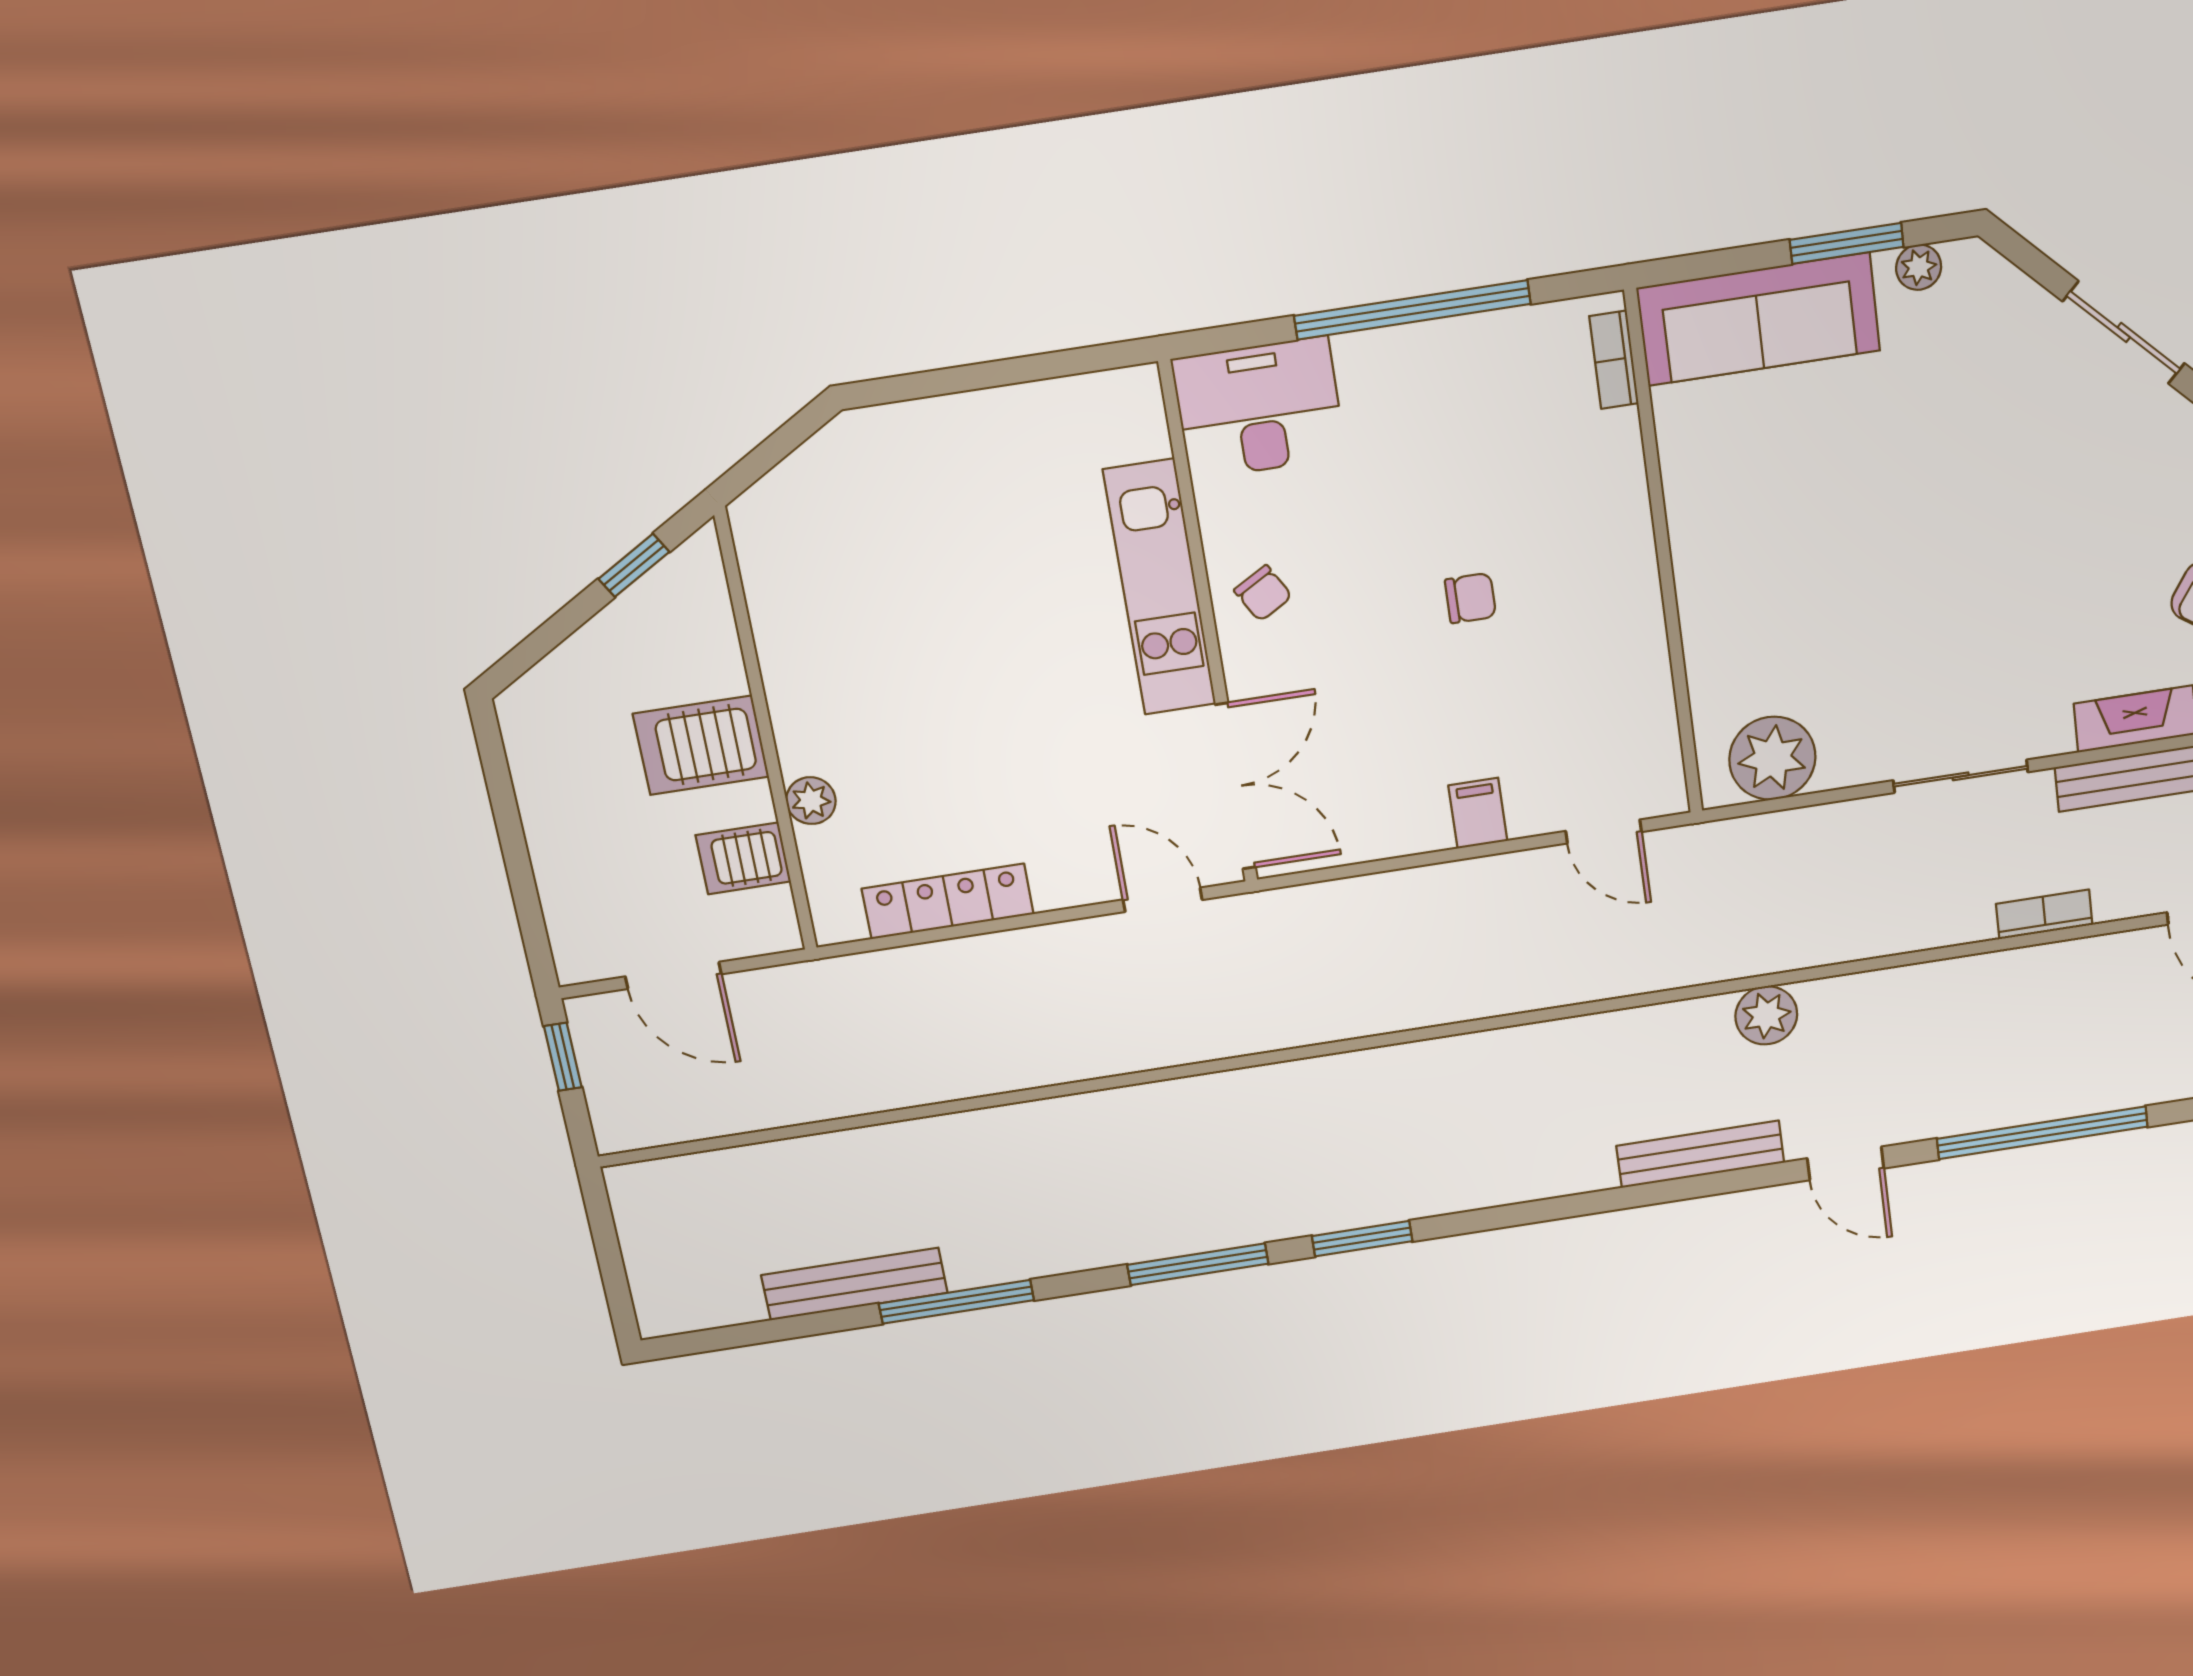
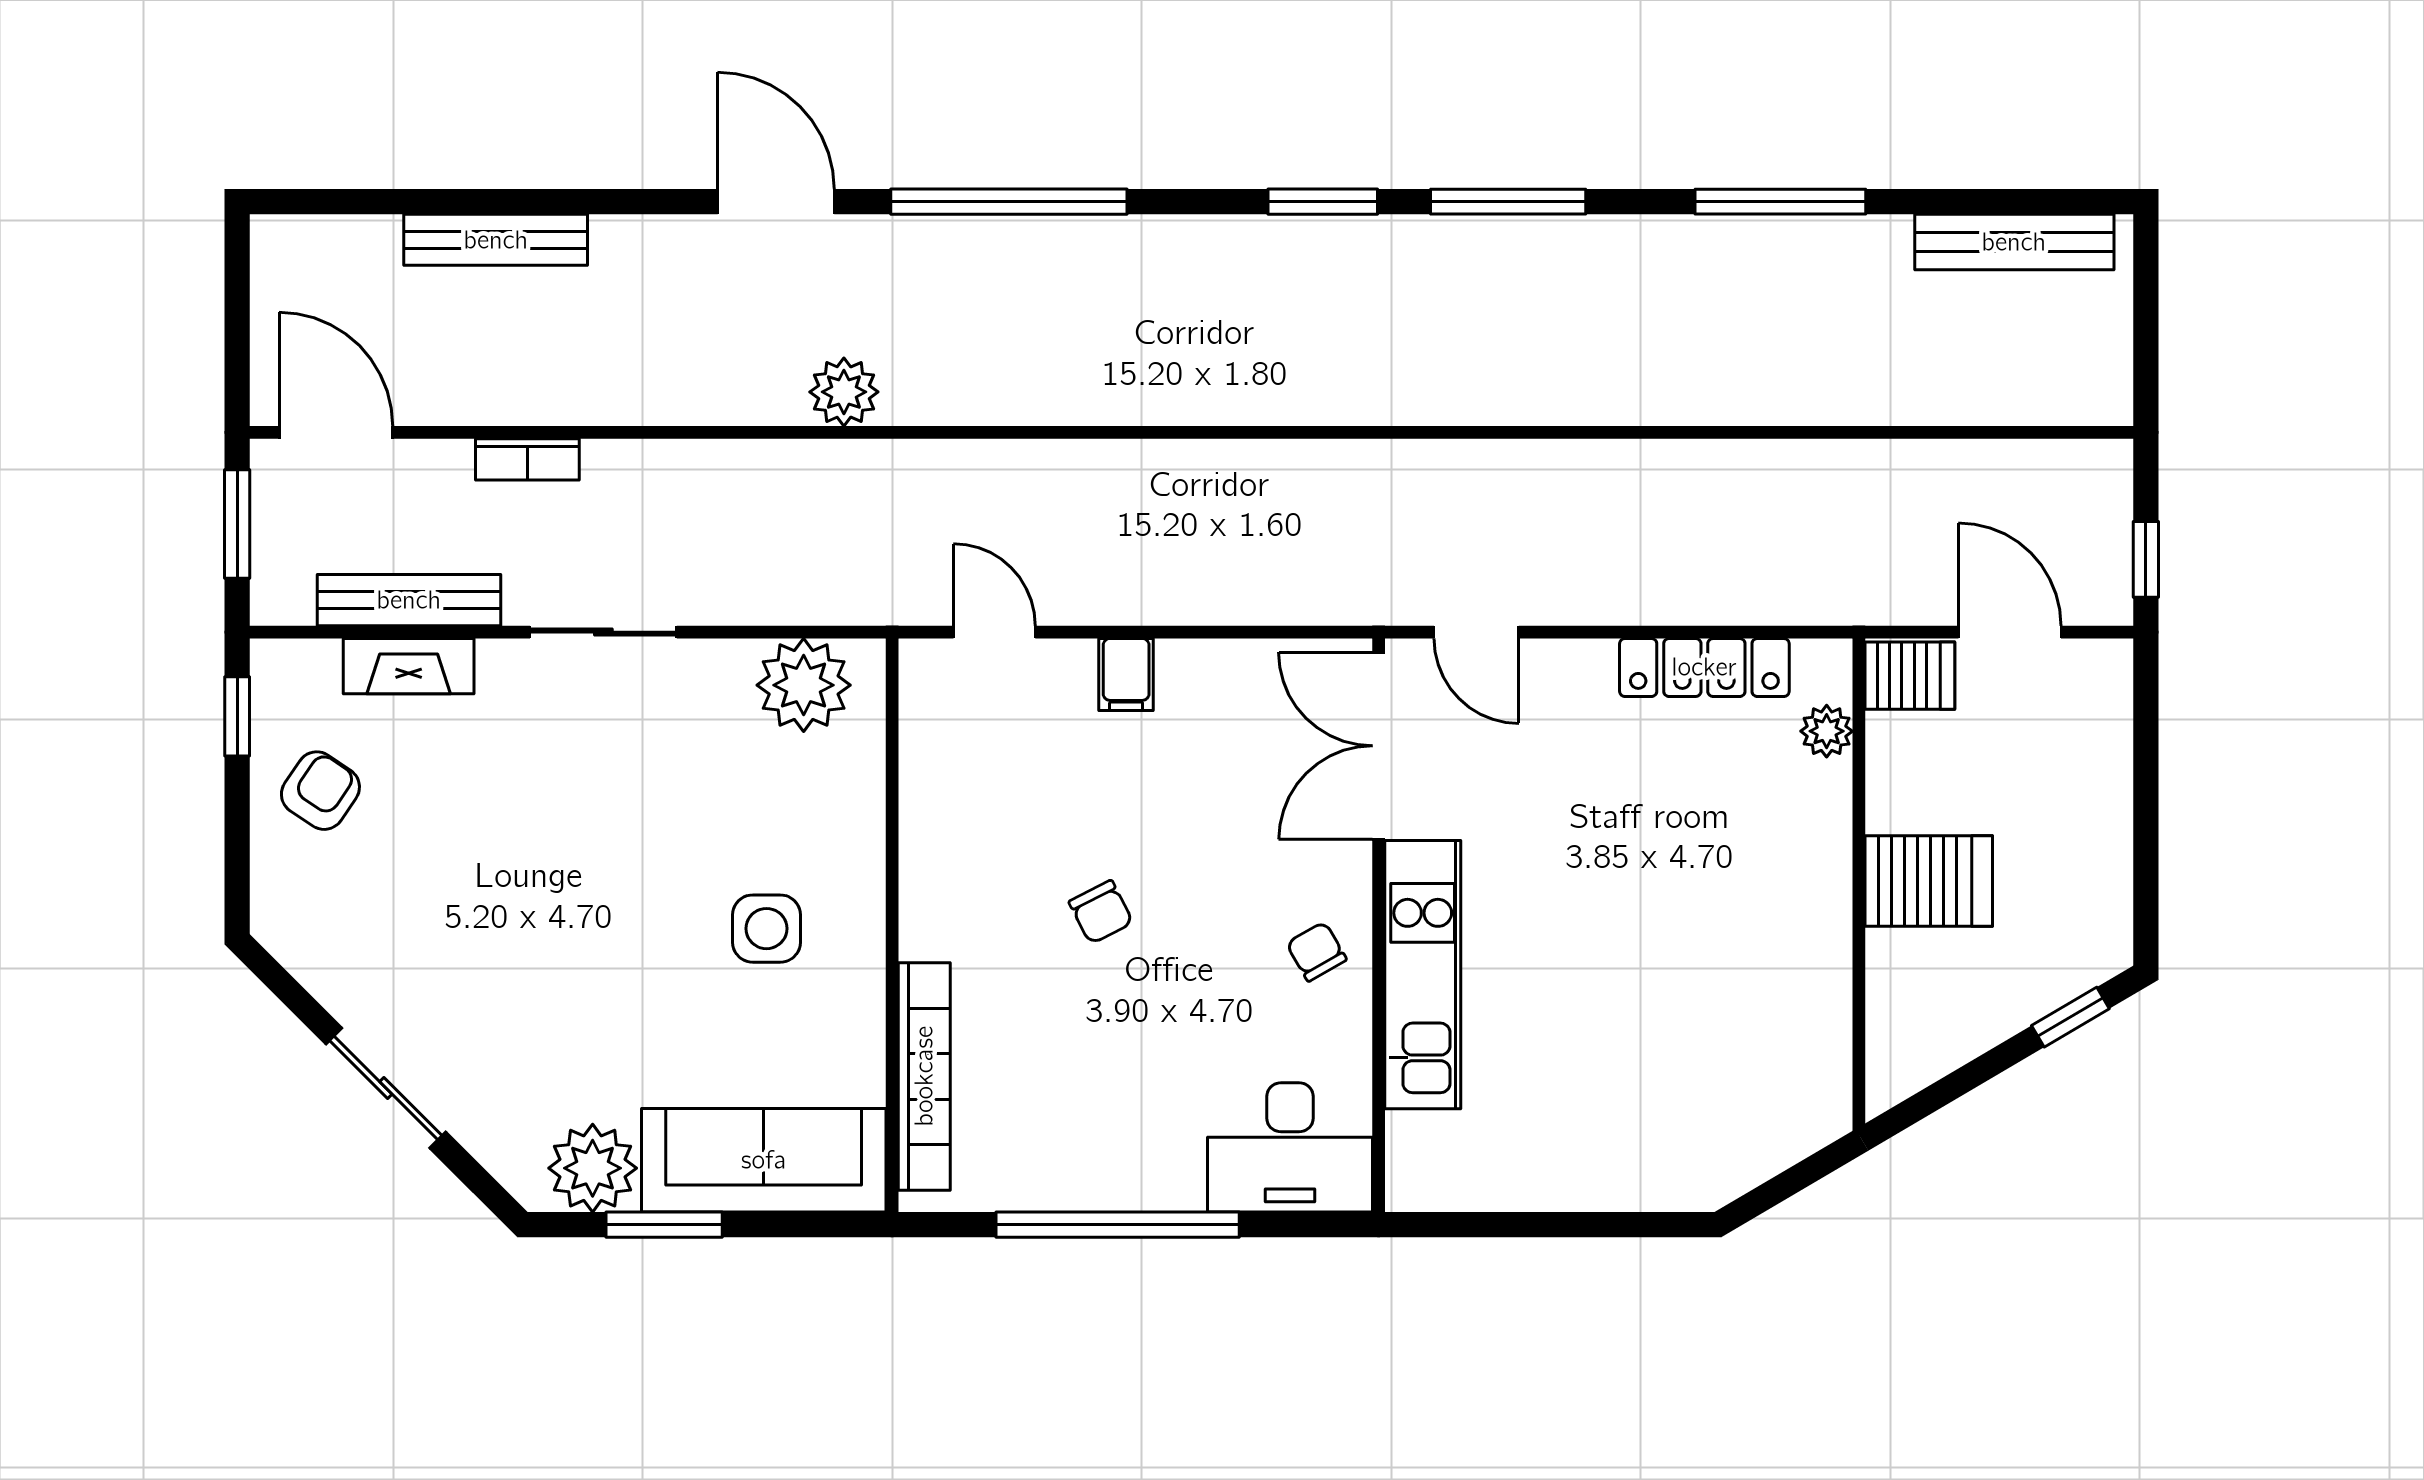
plant: (1919, 267) -> (593, 1168), width x1.88, depth x1.88
bookcase: (1614, 360) -> (924, 1076), width x2.31, depth x1.31
side table: (1781, 535) -> (766, 929), added
window: (634, 565) -> (2070, 1017), moved
chair: (1470, 598) -> (1101, 912), turned -117
plant: (811, 801) -> (1827, 731), moved
server rack: (743, 858) -> (1910, 676), moved
window: (2042, 1133) -> (1009, 202), moved
bench: (1700, 1154) -> (496, 240), moved
door: (1846, 1163) -> (776, 202), width x1.38
bench: (854, 1284) -> (2014, 242), moved

